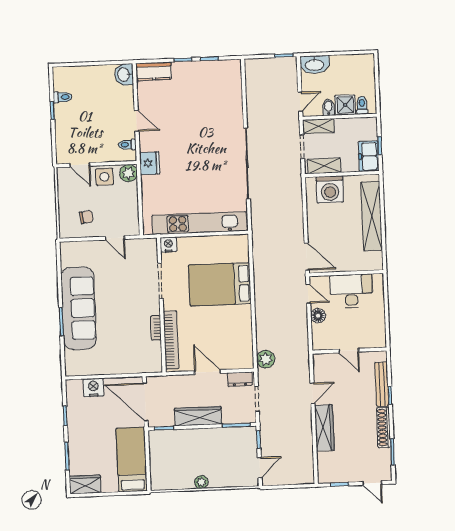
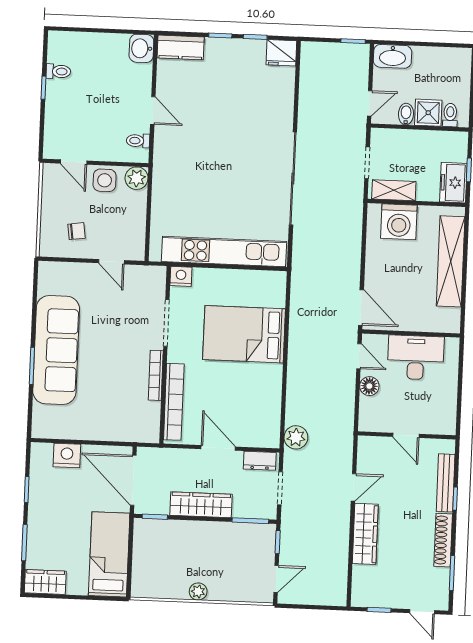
shelving: (318, 126) -> (391, 138), removed
fridge: (150, 163) -> (281, 53), moved, turned 90
bookcase: (156, 328) -> (156, 375), width x1.56

